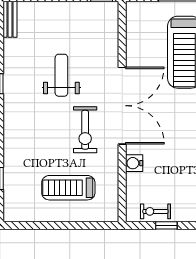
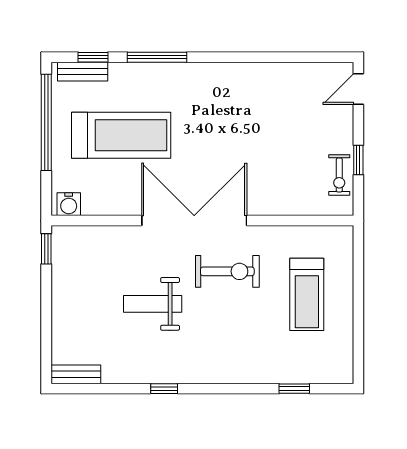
water cooler: (134, 163) -> (69, 204), moved

